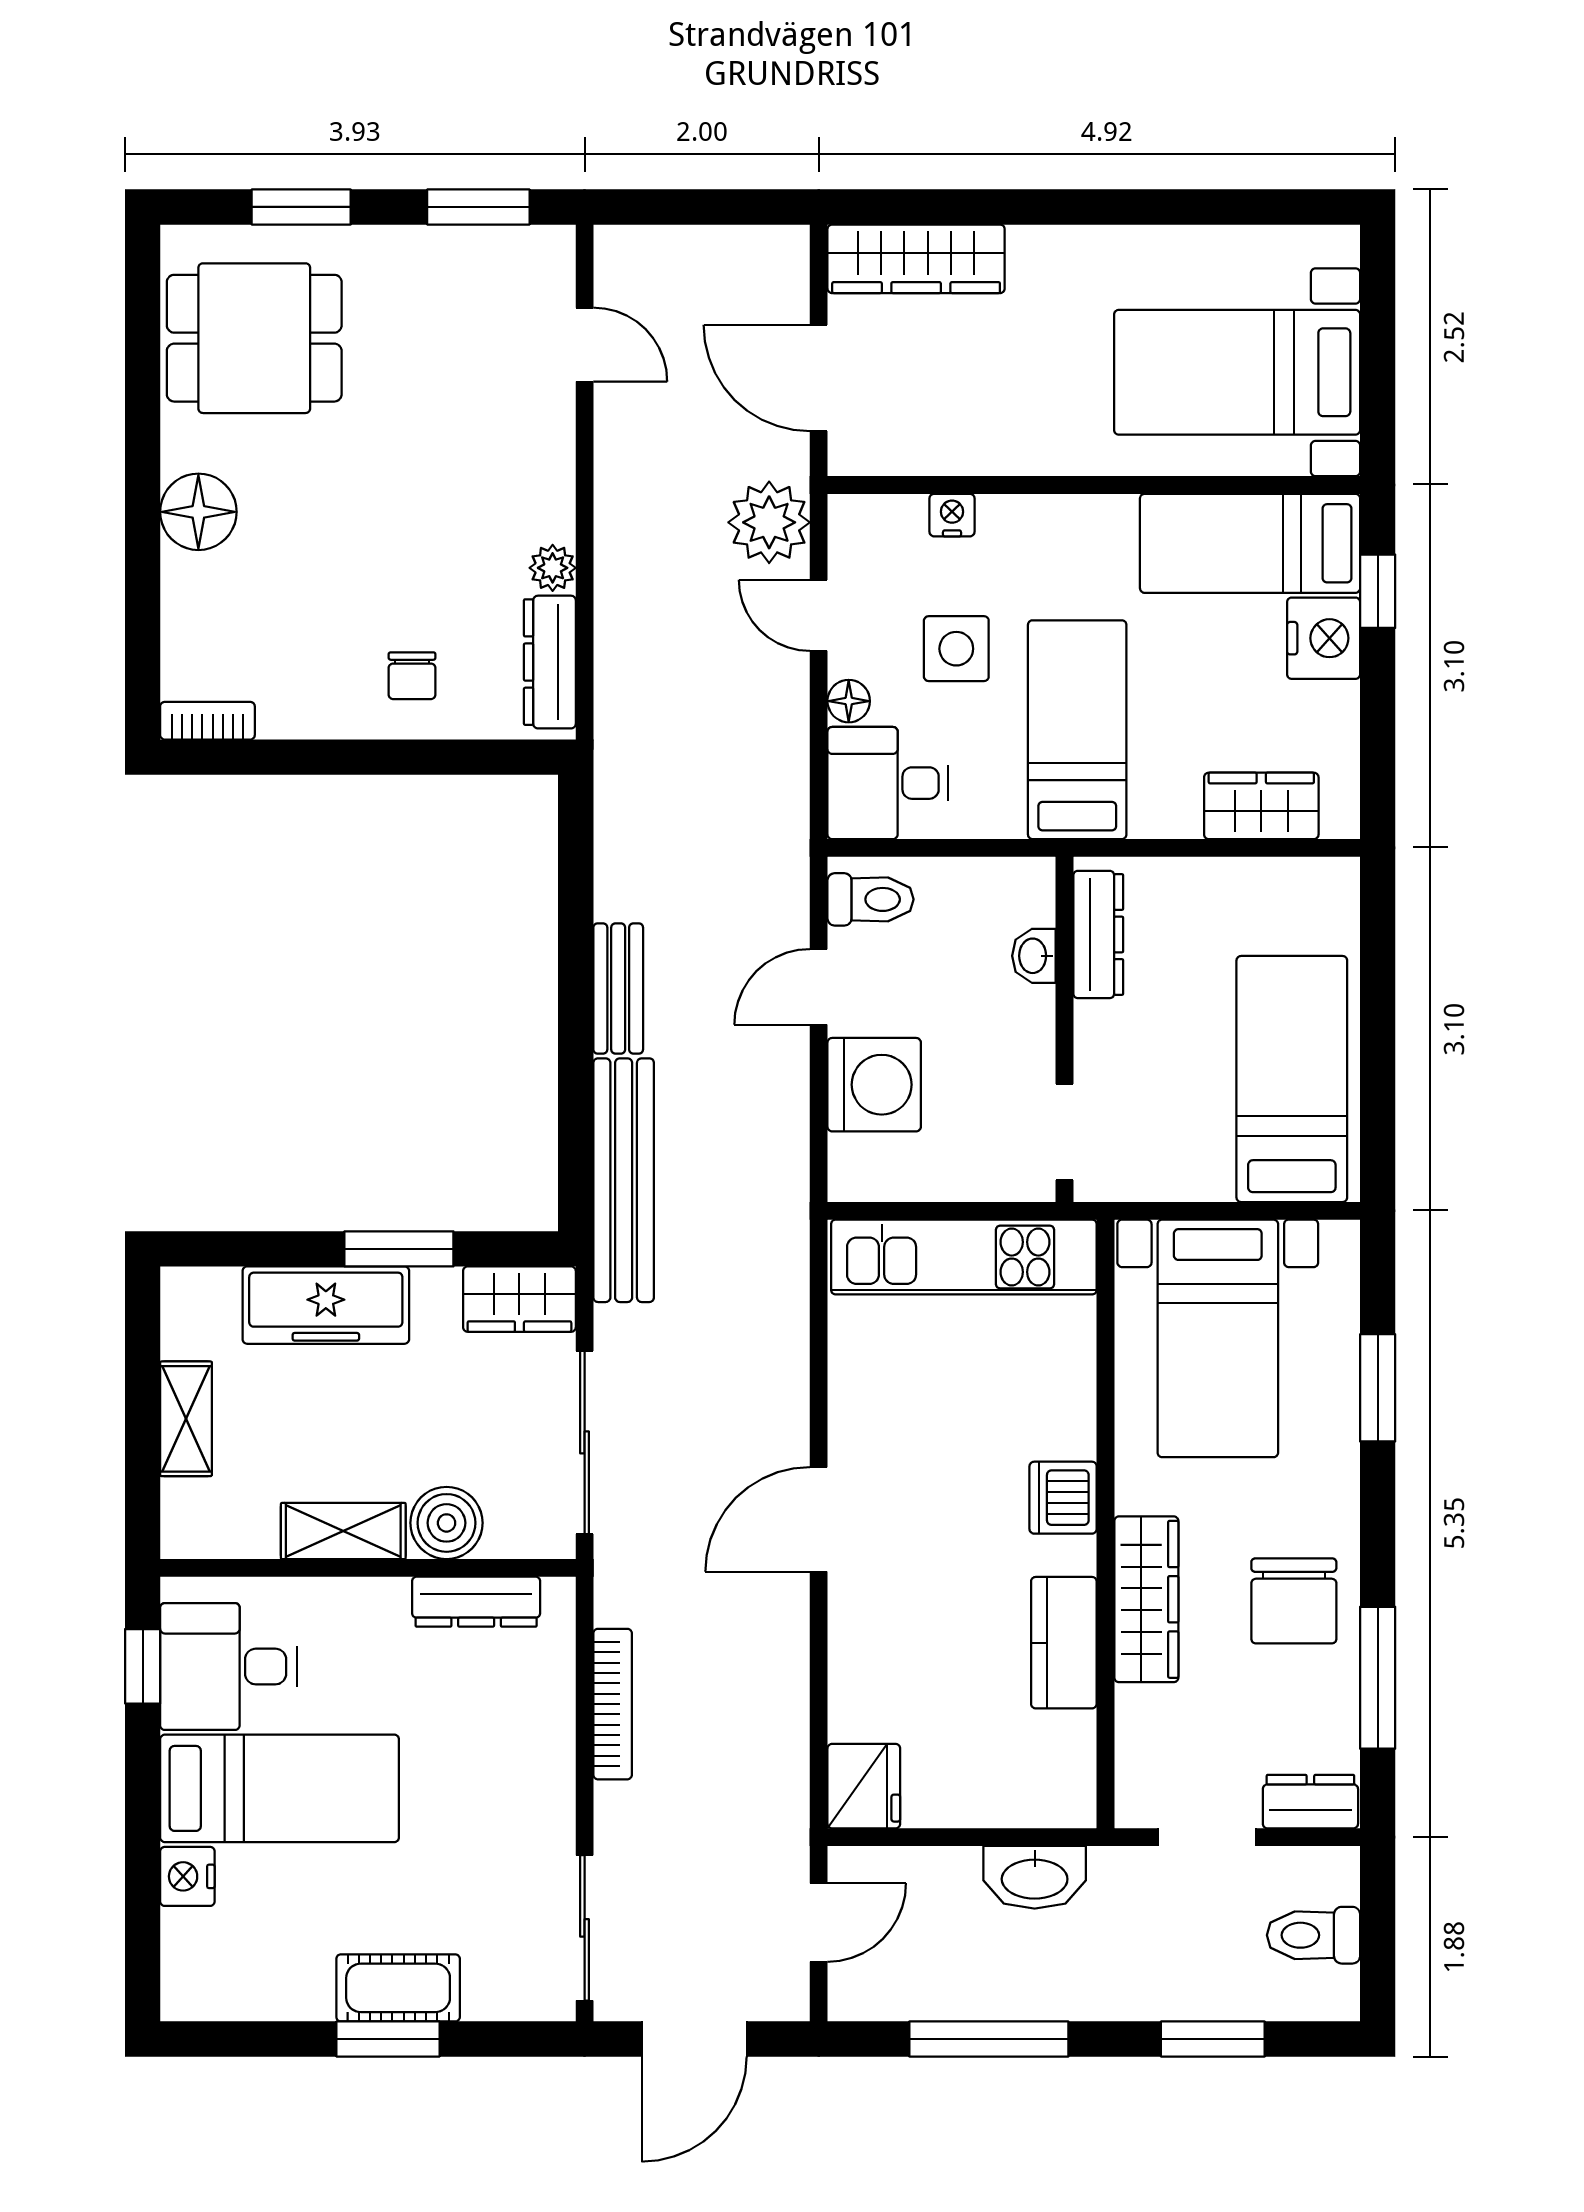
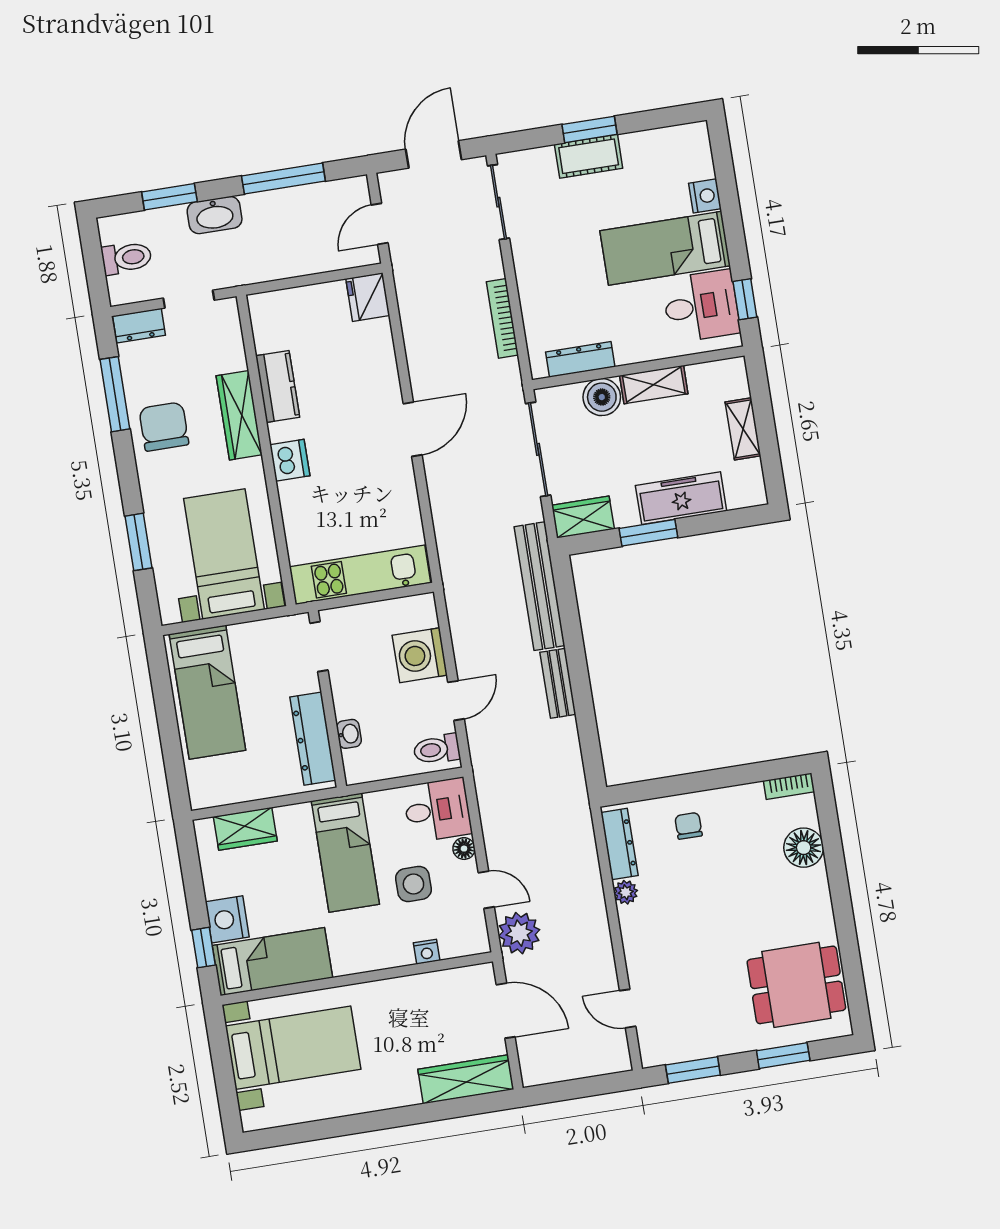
floor lamp: (198, 512) -> (804, 848), moved
dresser: (1098, 934) -> (313, 739), width x1.37, depth x1.24
washbasin: (1035, 1877) -> (215, 215), moved, turned 180

